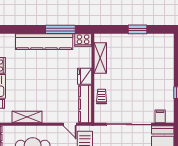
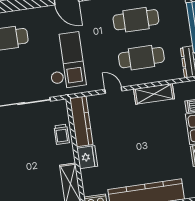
door: (70, 124) -> (113, 90), moved

